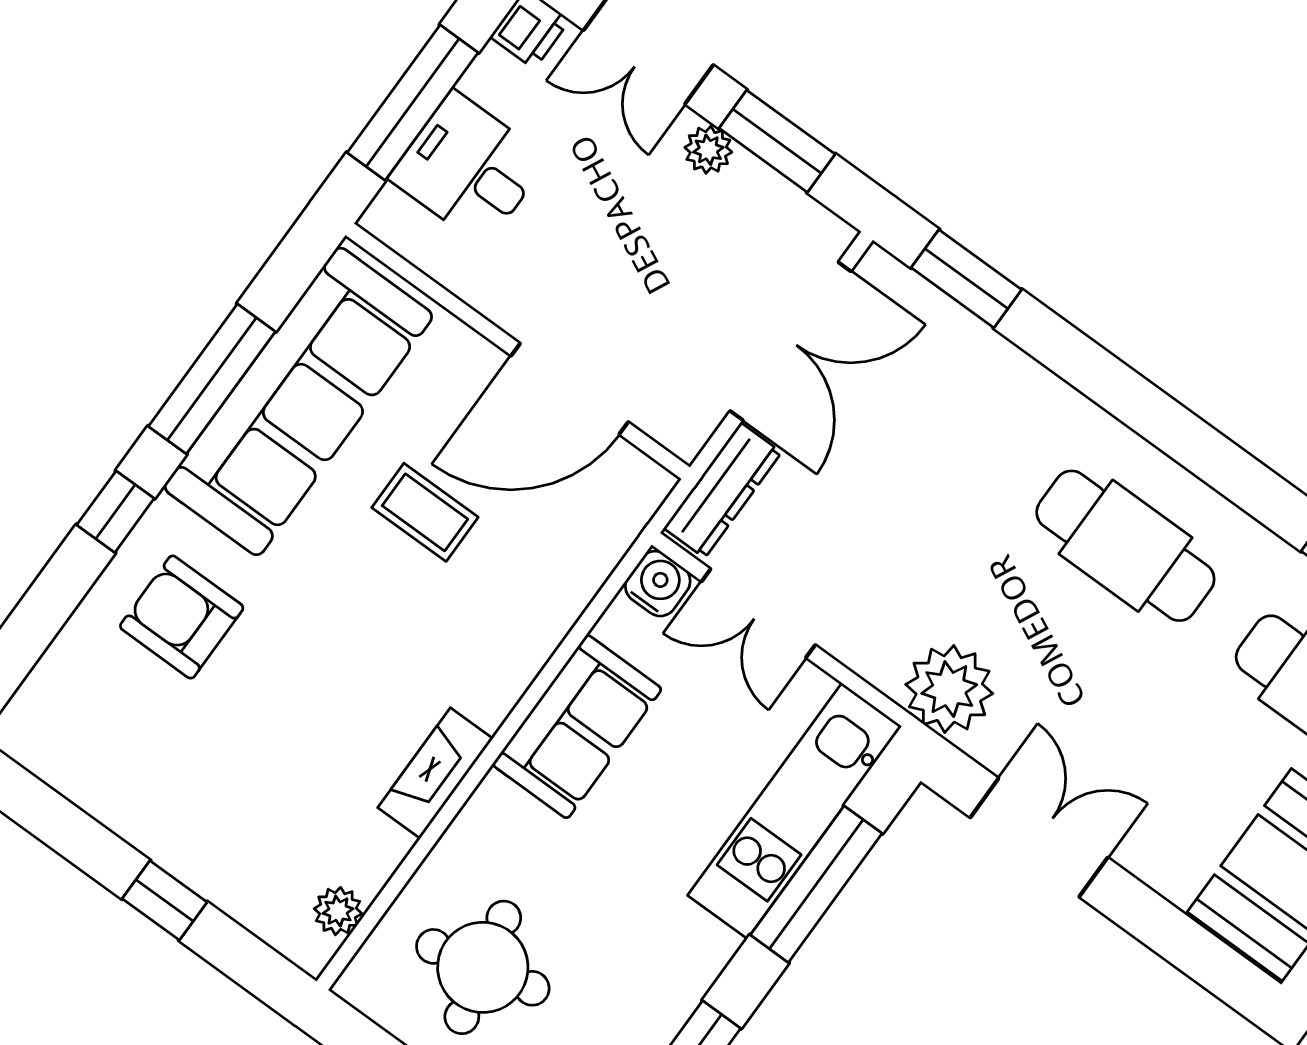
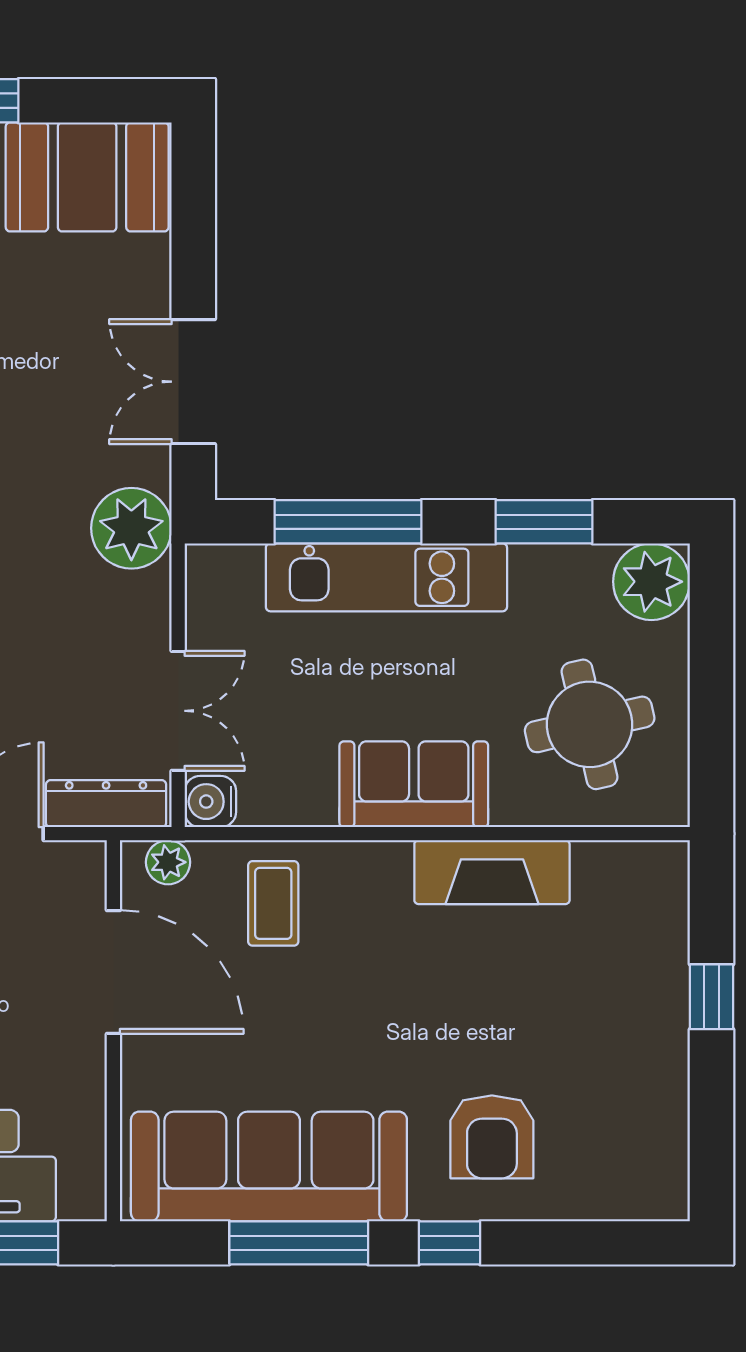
coffee table: (425, 512) -> (273, 903), moved
sofa: (577, 727) -> (414, 784), moved
fireplace: (435, 773) -> (492, 872), width x1.37, depth x1.32
kitchen unit: (795, 811) -> (386, 577), moved
plant: (338, 911) -> (168, 862), moved

